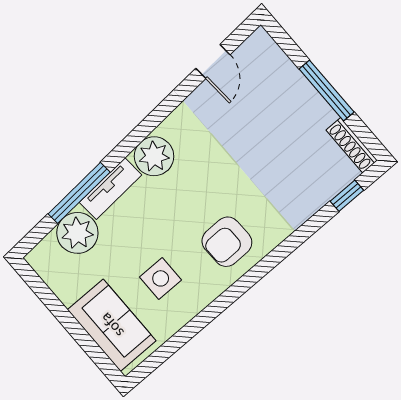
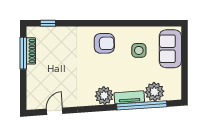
window: (327, 91) -> (23, 53), moved
shoe rack: (352, 145) -> (31, 51), moved
window: (79, 193) -> (142, 105), width x1.46

